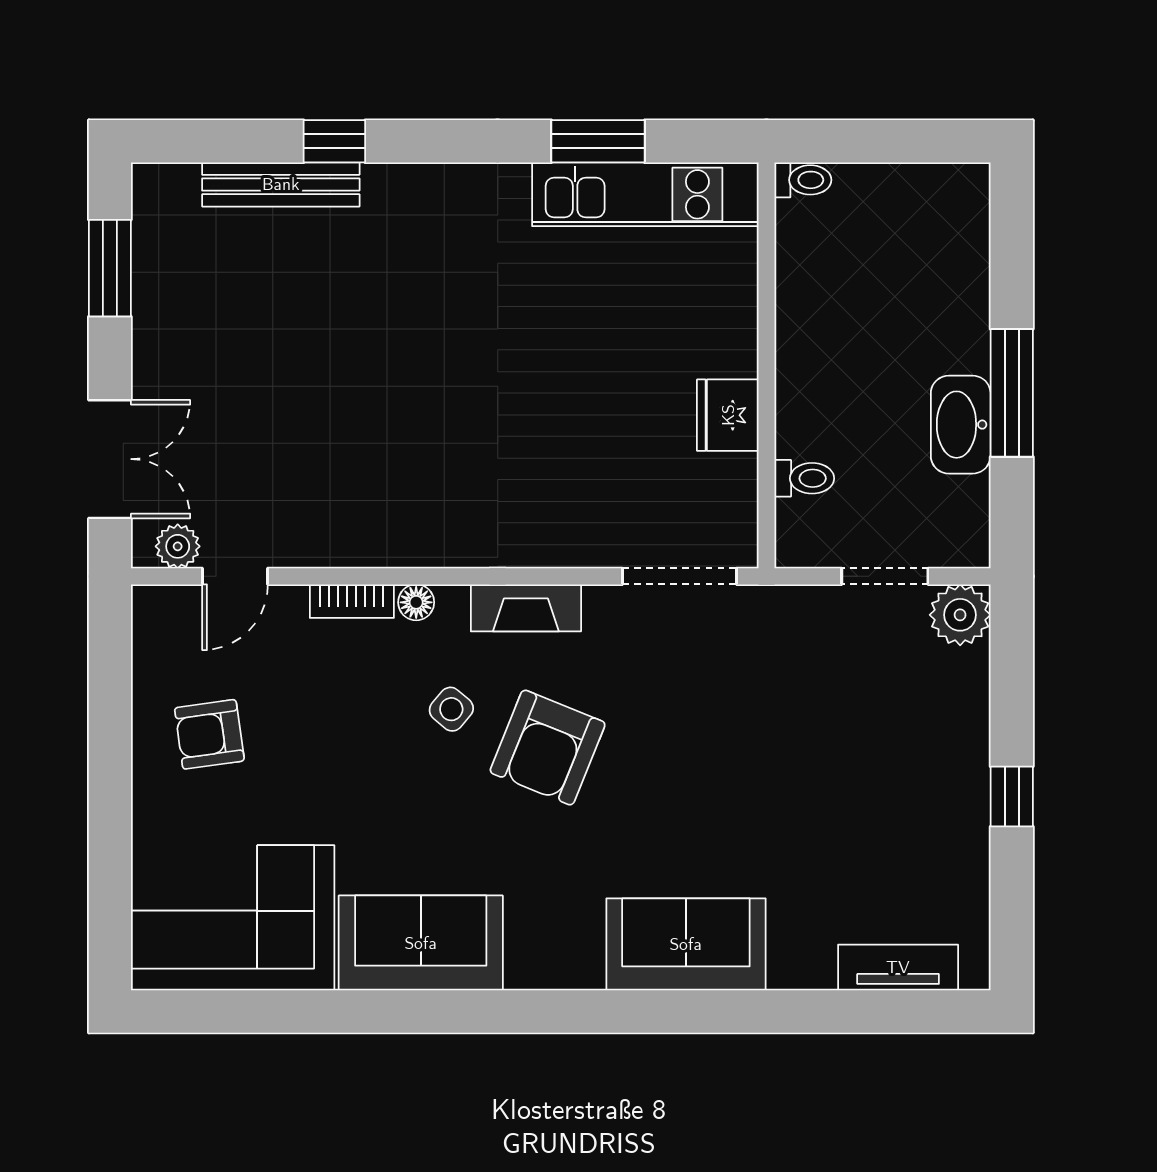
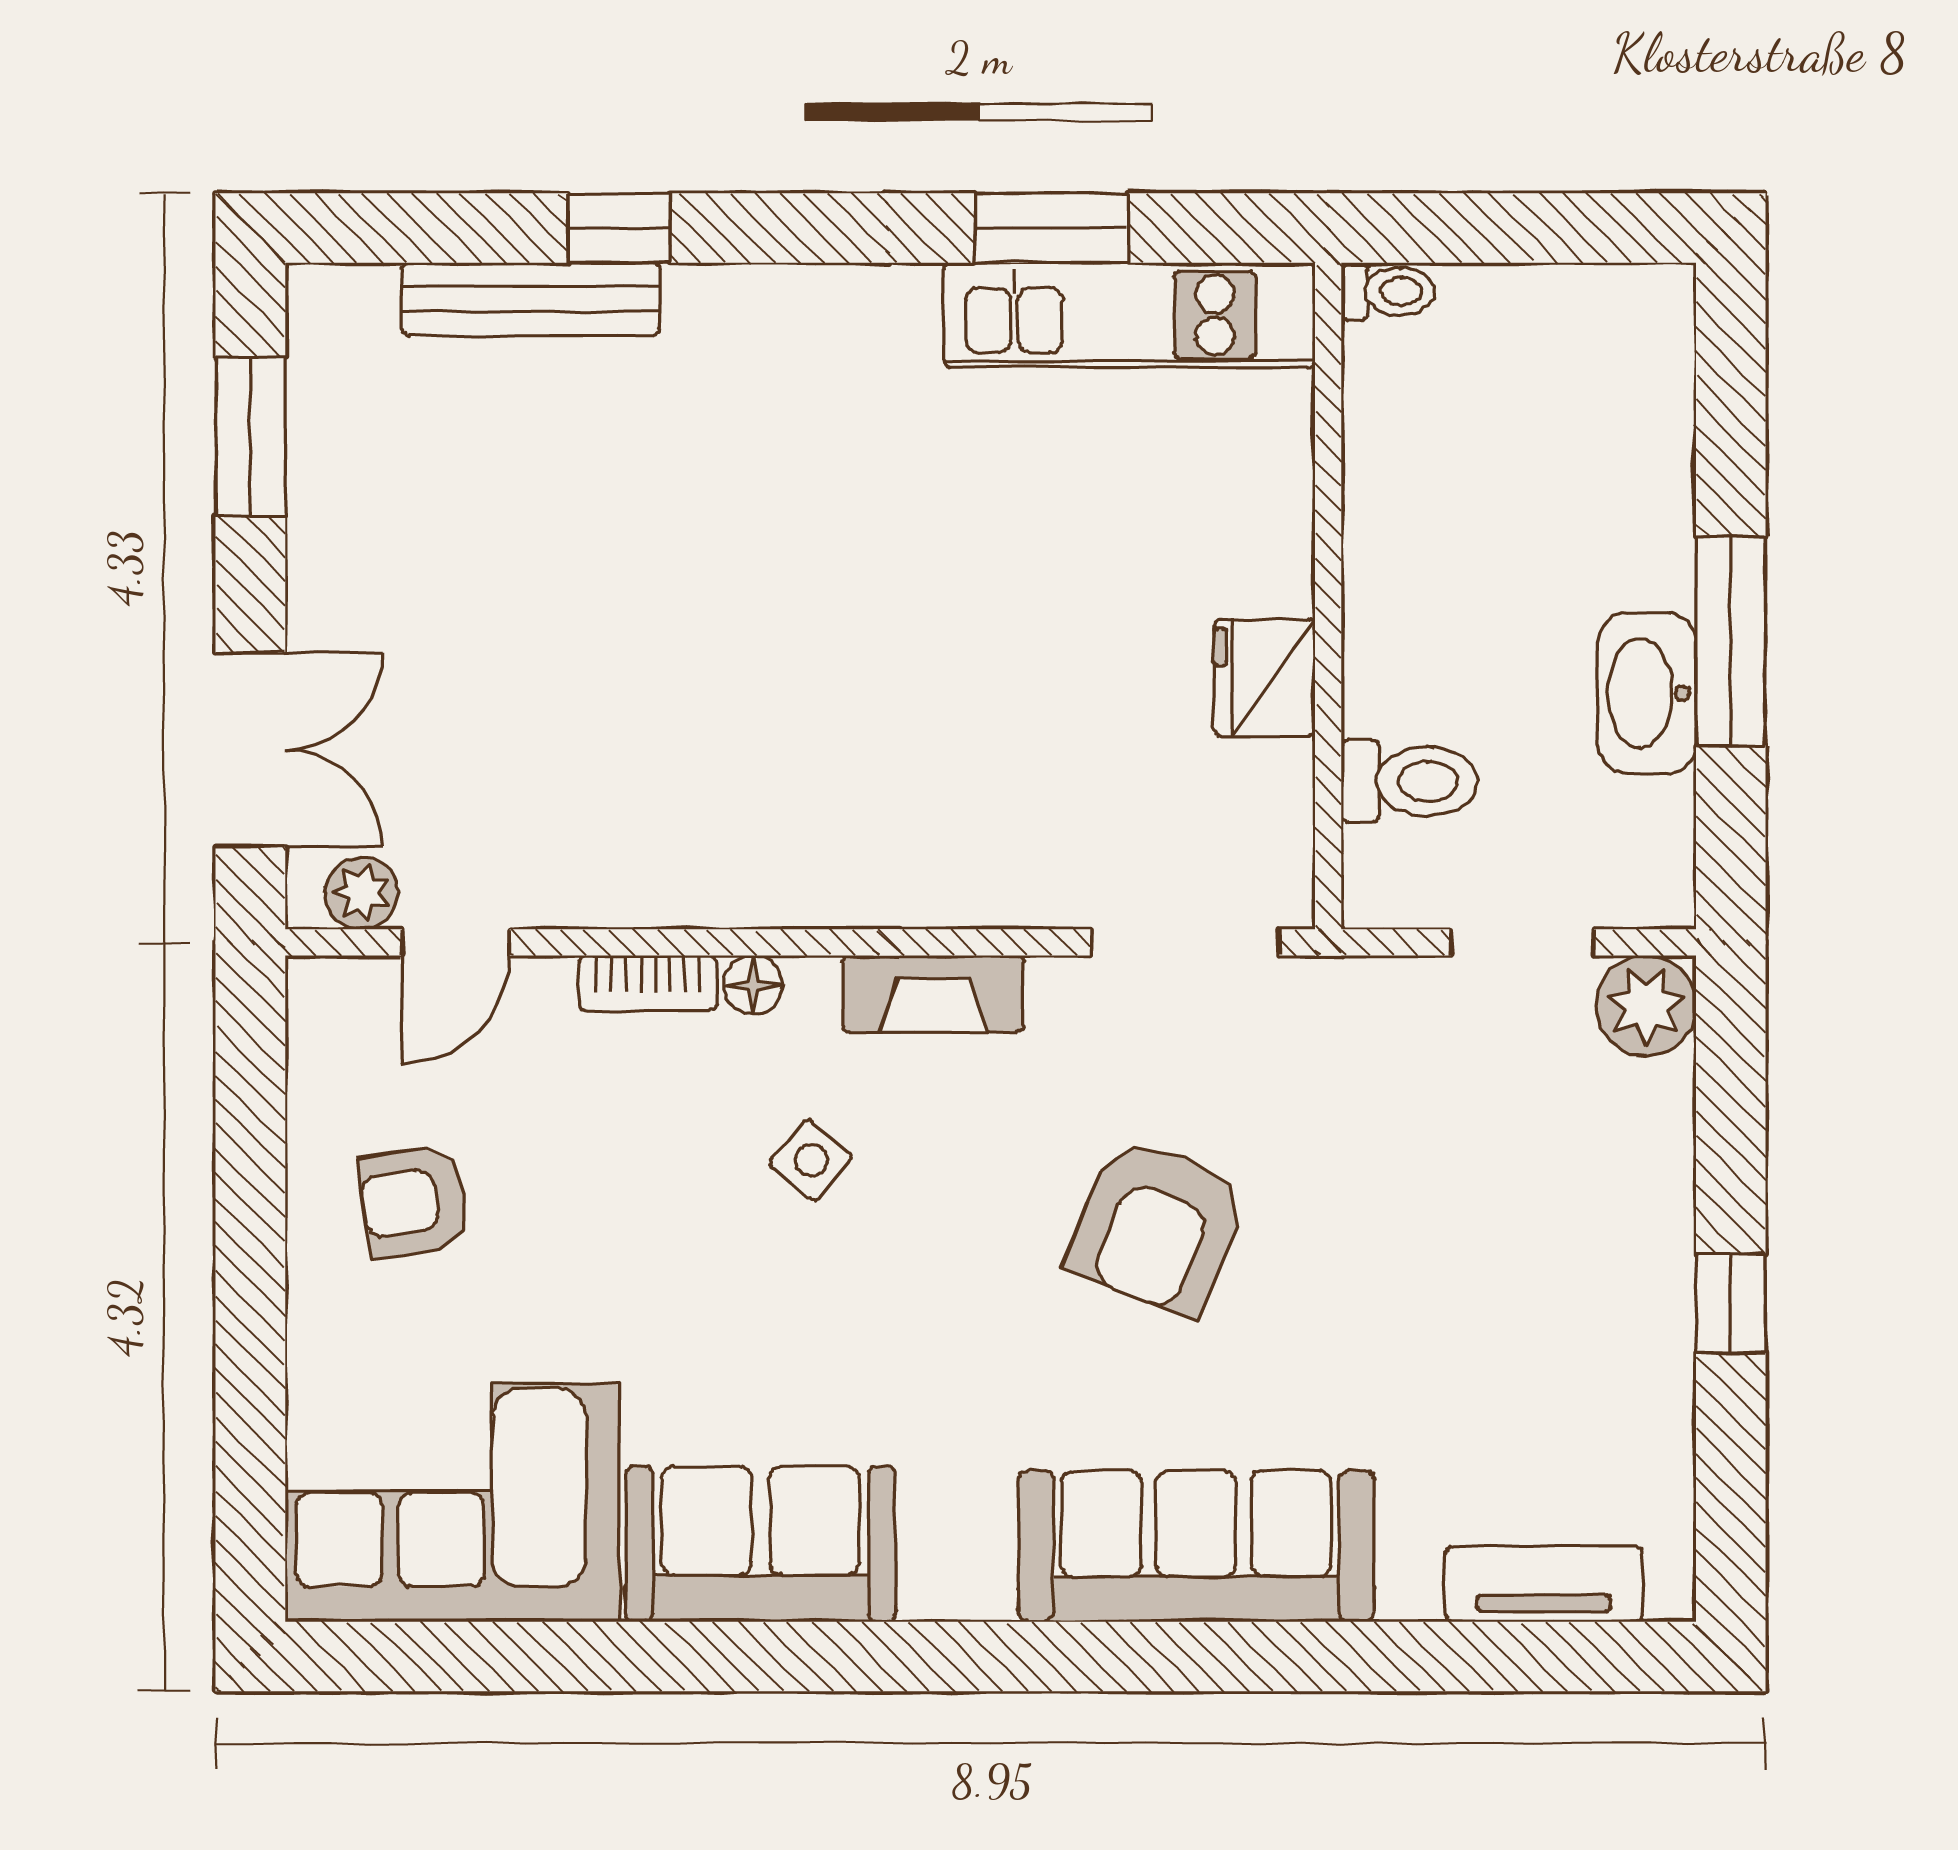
toilet: (804, 478) -> (1409, 781), width x1.37, depth x1.39
armchair: (548, 748) -> (1158, 1226), moved
sofa: (686, 944) -> (1196, 1546), width x1.36

